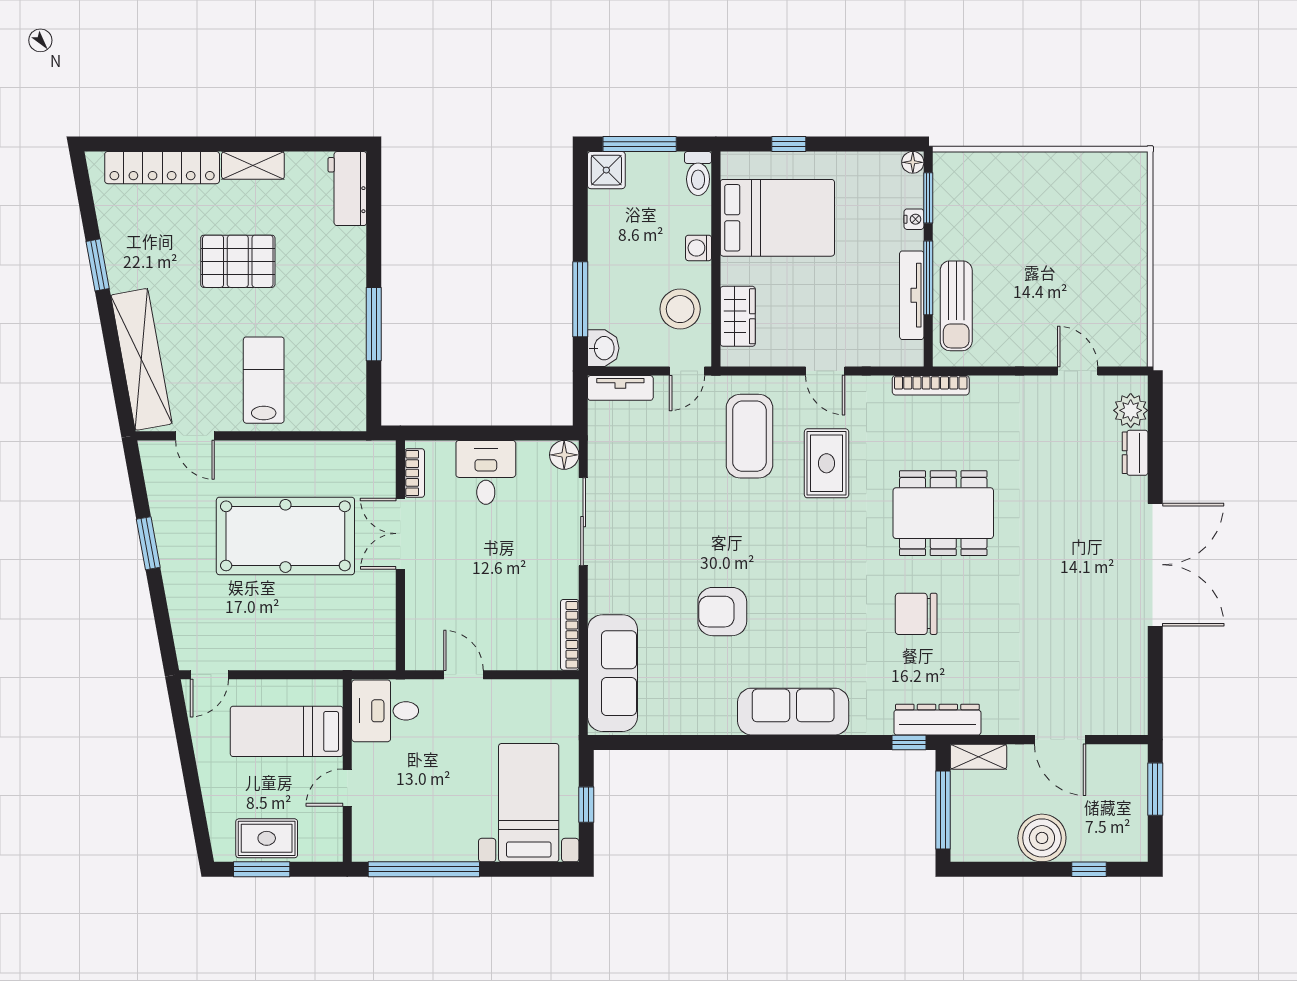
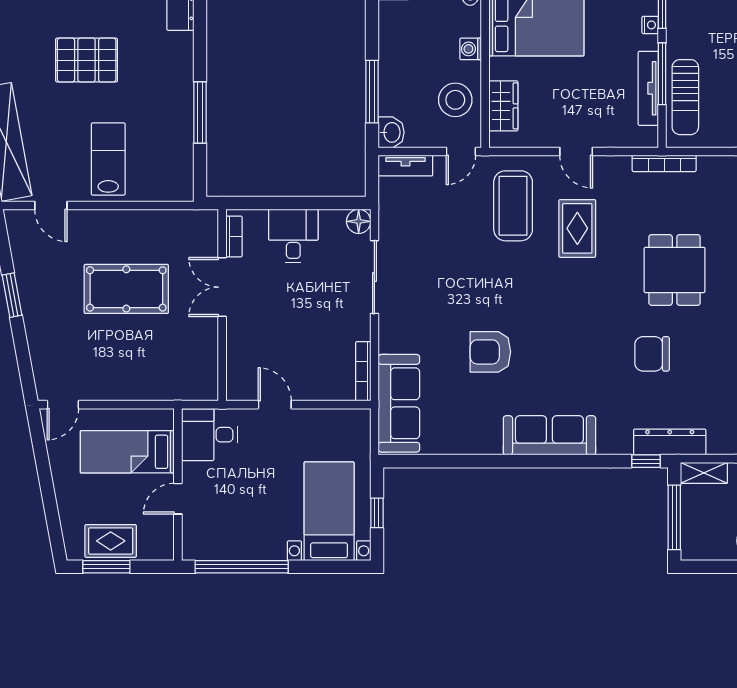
dining table: (943, 513) -> (675, 270), width x0.73
pool table: (285, 536) -> (126, 289), width x0.73, depth x0.76

